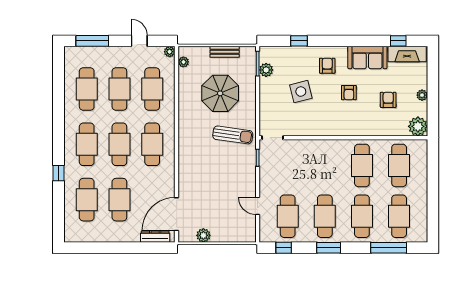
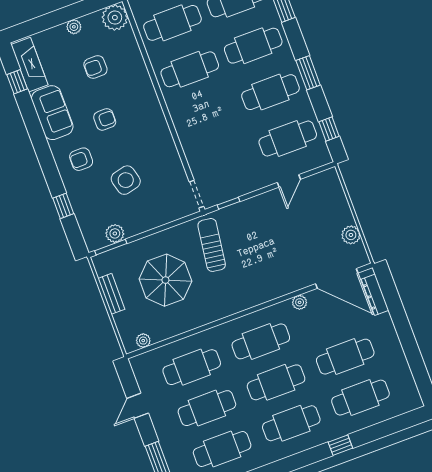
plant: (170, 52) -> (300, 302), moved

